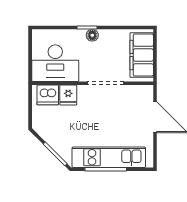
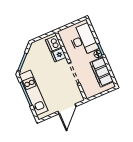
filing cabinet: (142, 55) -> (102, 72), moved, turned -90
desk: (55, 63) -> (83, 40), moved, turned 180

